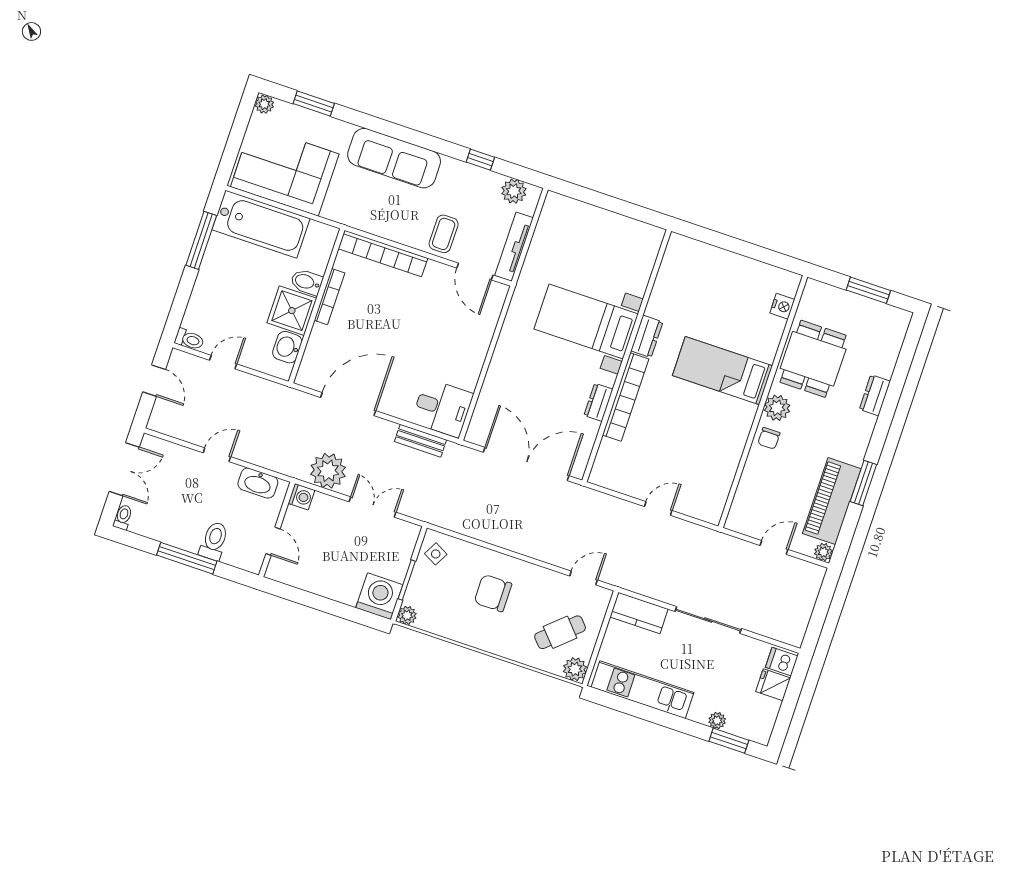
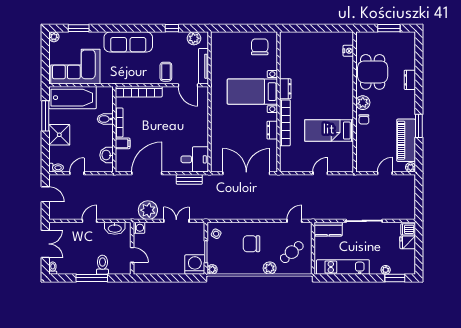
chair: (626, 246) -> (260, 47), added
shower: (292, 311) -> (59, 135), moved
filing cabinet: (323, 336) -> (123, 143), added
bed: (722, 371) -> (329, 130), moved
plant: (575, 669) -> (270, 268), moved

